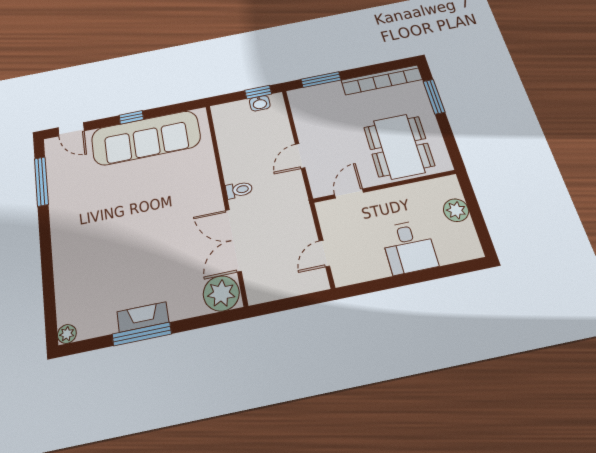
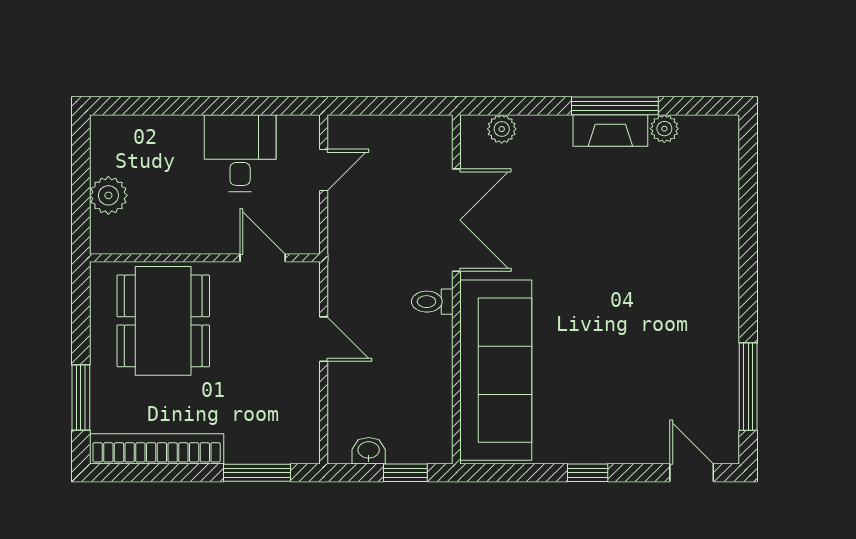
window: (258, 92) -> (405, 473), moved
sofa: (146, 138) -> (496, 370), moved, turned 90
door: (300, 156) -> (324, 339), hinge flipped
door: (349, 194) -> (263, 258), swing flipped
desk: (409, 247) -> (240, 153), moved
plant: (221, 293) -> (502, 129), width x0.53, depth x0.53
plant: (67, 334) -> (664, 129), moved

